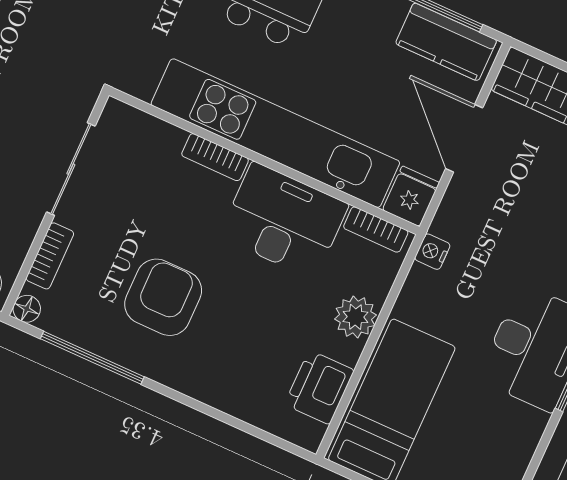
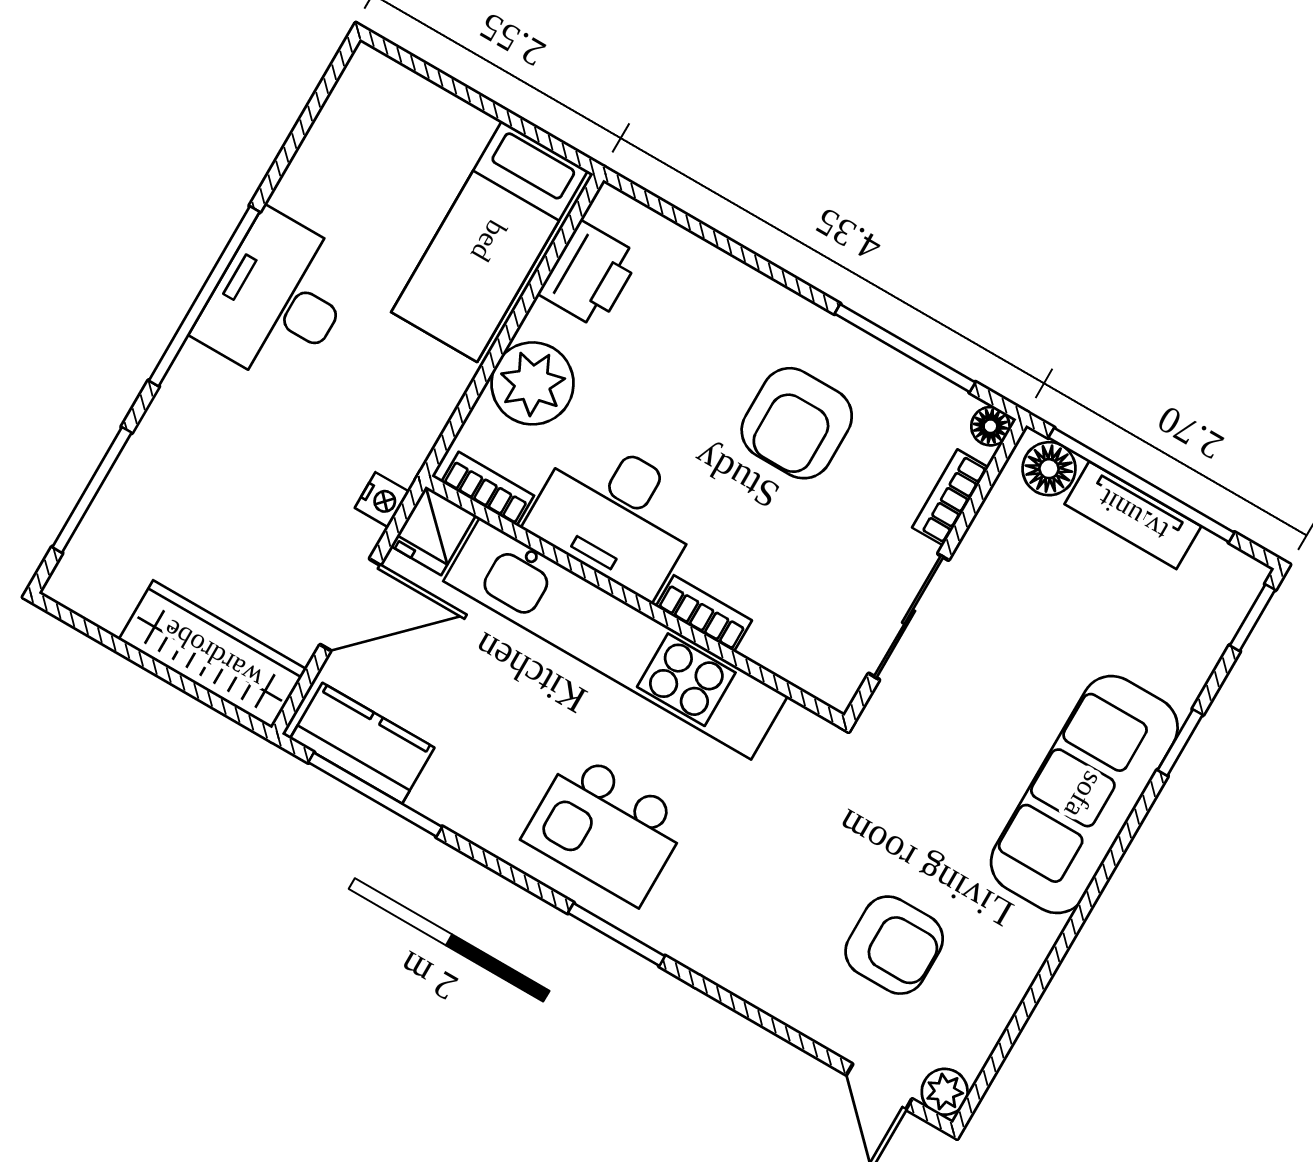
door: (464, 138) -> (350, 605), hinge flipped
nightstand: (432, 252) -> (382, 500), moved
plant: (355, 317) -> (532, 383), width x1.36, depth x1.36

